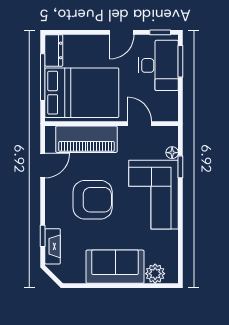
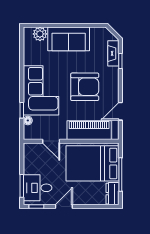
desk: (158, 65) -> (38, 188), width x0.73
armchair: (93, 200) -> (85, 87), turned 180

